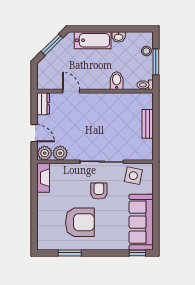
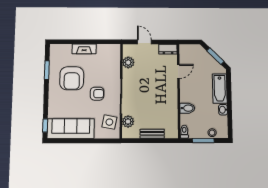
door: (34, 133) -> (144, 42), swing flipped
plant: (45, 153) -> (128, 122), moved
fireplace: (43, 178) -> (84, 49), moved

